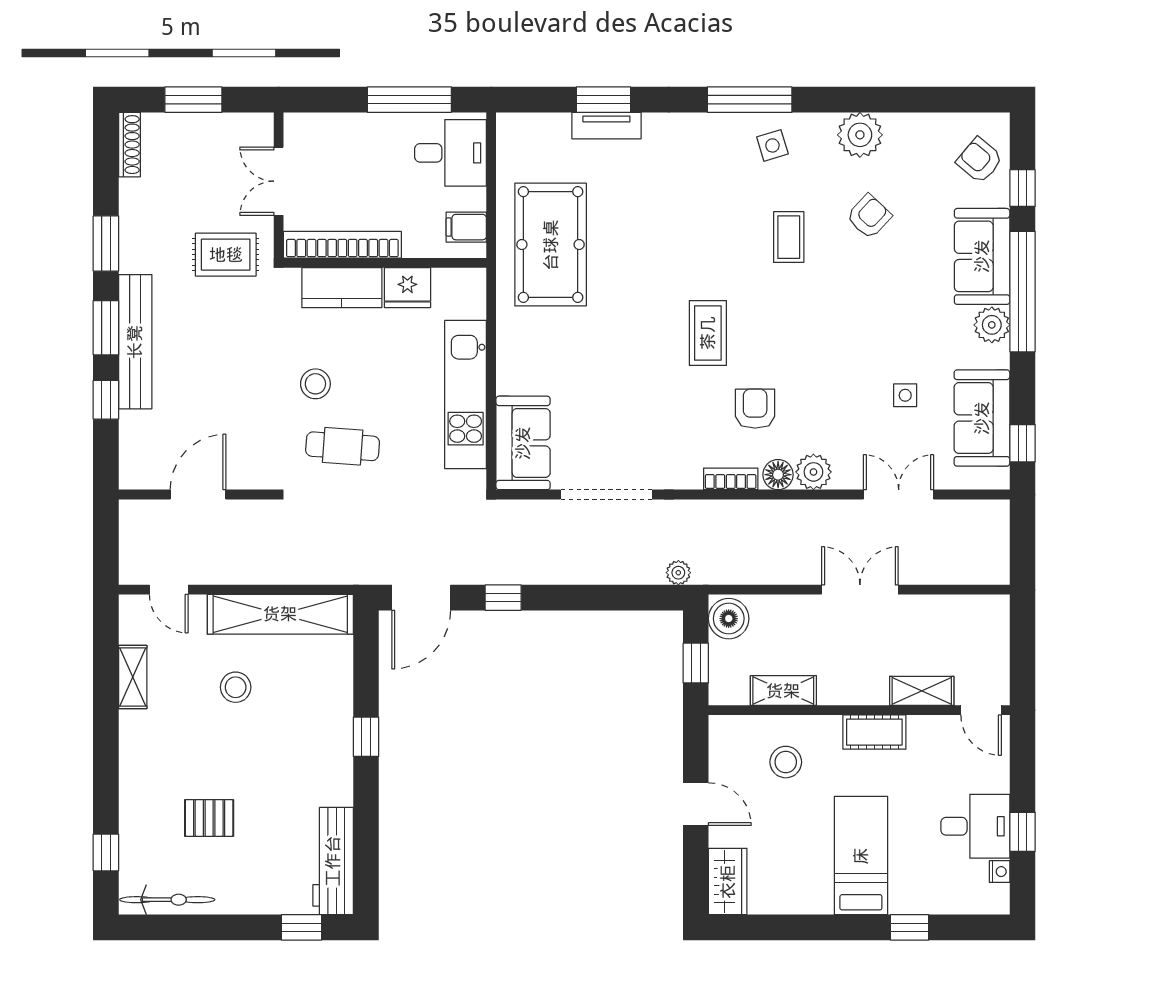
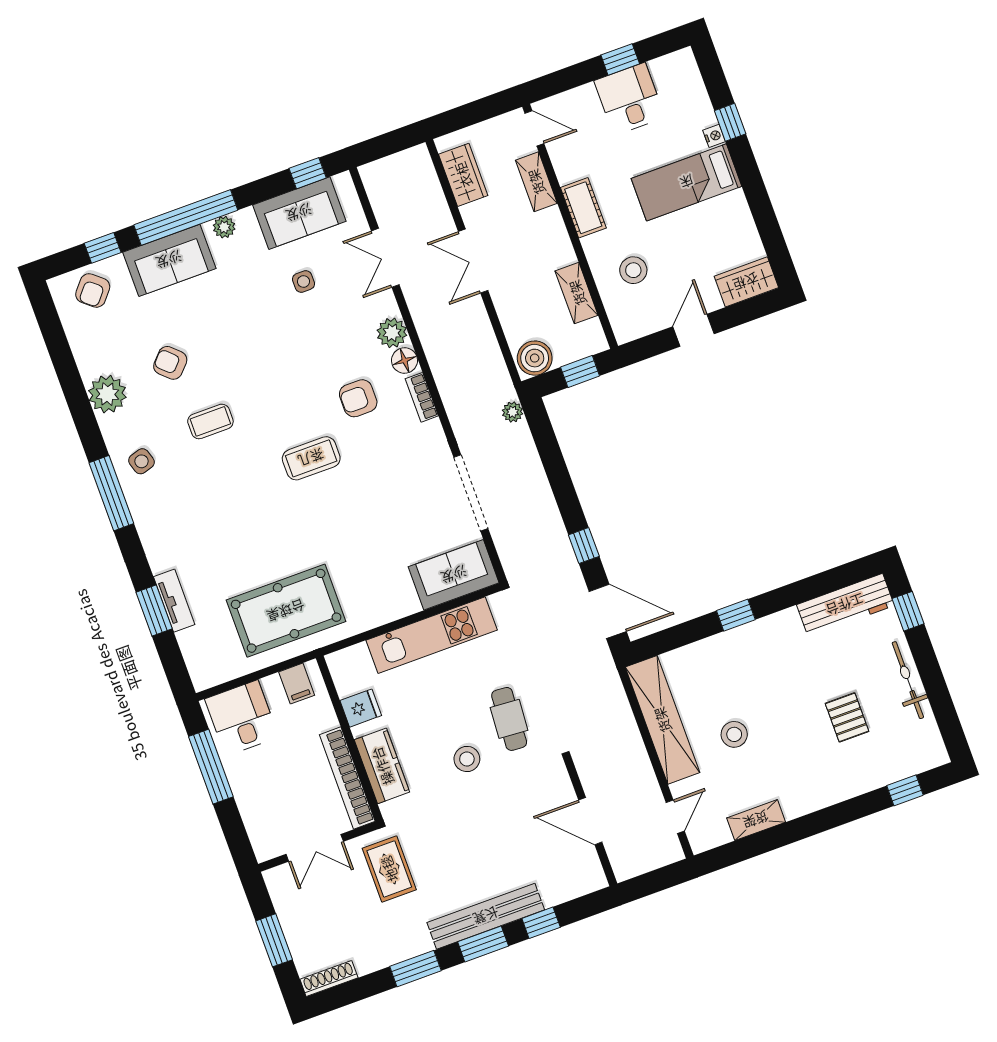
fridge: (407, 288) -> (361, 708), width x0.72
plant: (992, 325) -> (224, 227), width x0.73, depth x0.73
wardrobe: (958, 613) -> (463, 175), added
door: (981, 710) -> (534, 128), hinge flipped
nightstand: (1000, 872) -> (714, 136), moved, turned 90
bicycle: (167, 900) -> (908, 680), moved

